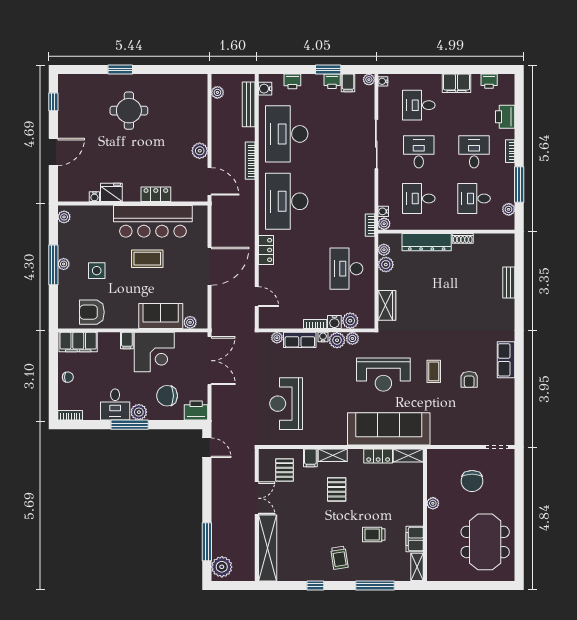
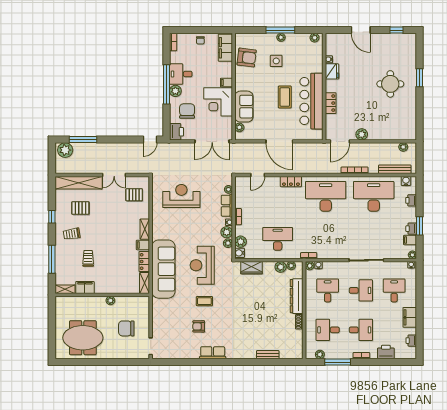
desk: (474, 198) -> (328, 330), turned -90
armchair: (92, 312) -> (247, 58), turned 97
water cooler: (334, 322) -> (240, 253), moved
window: (130, 425) -> (167, 84), width x1.46
filing cabinet: (310, 458) -> (143, 245), moved
pallet: (337, 489) -> (80, 208), moved

